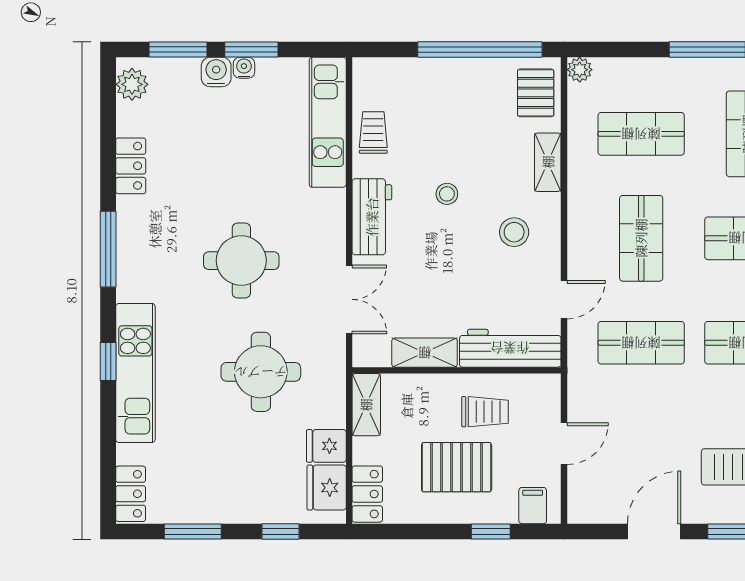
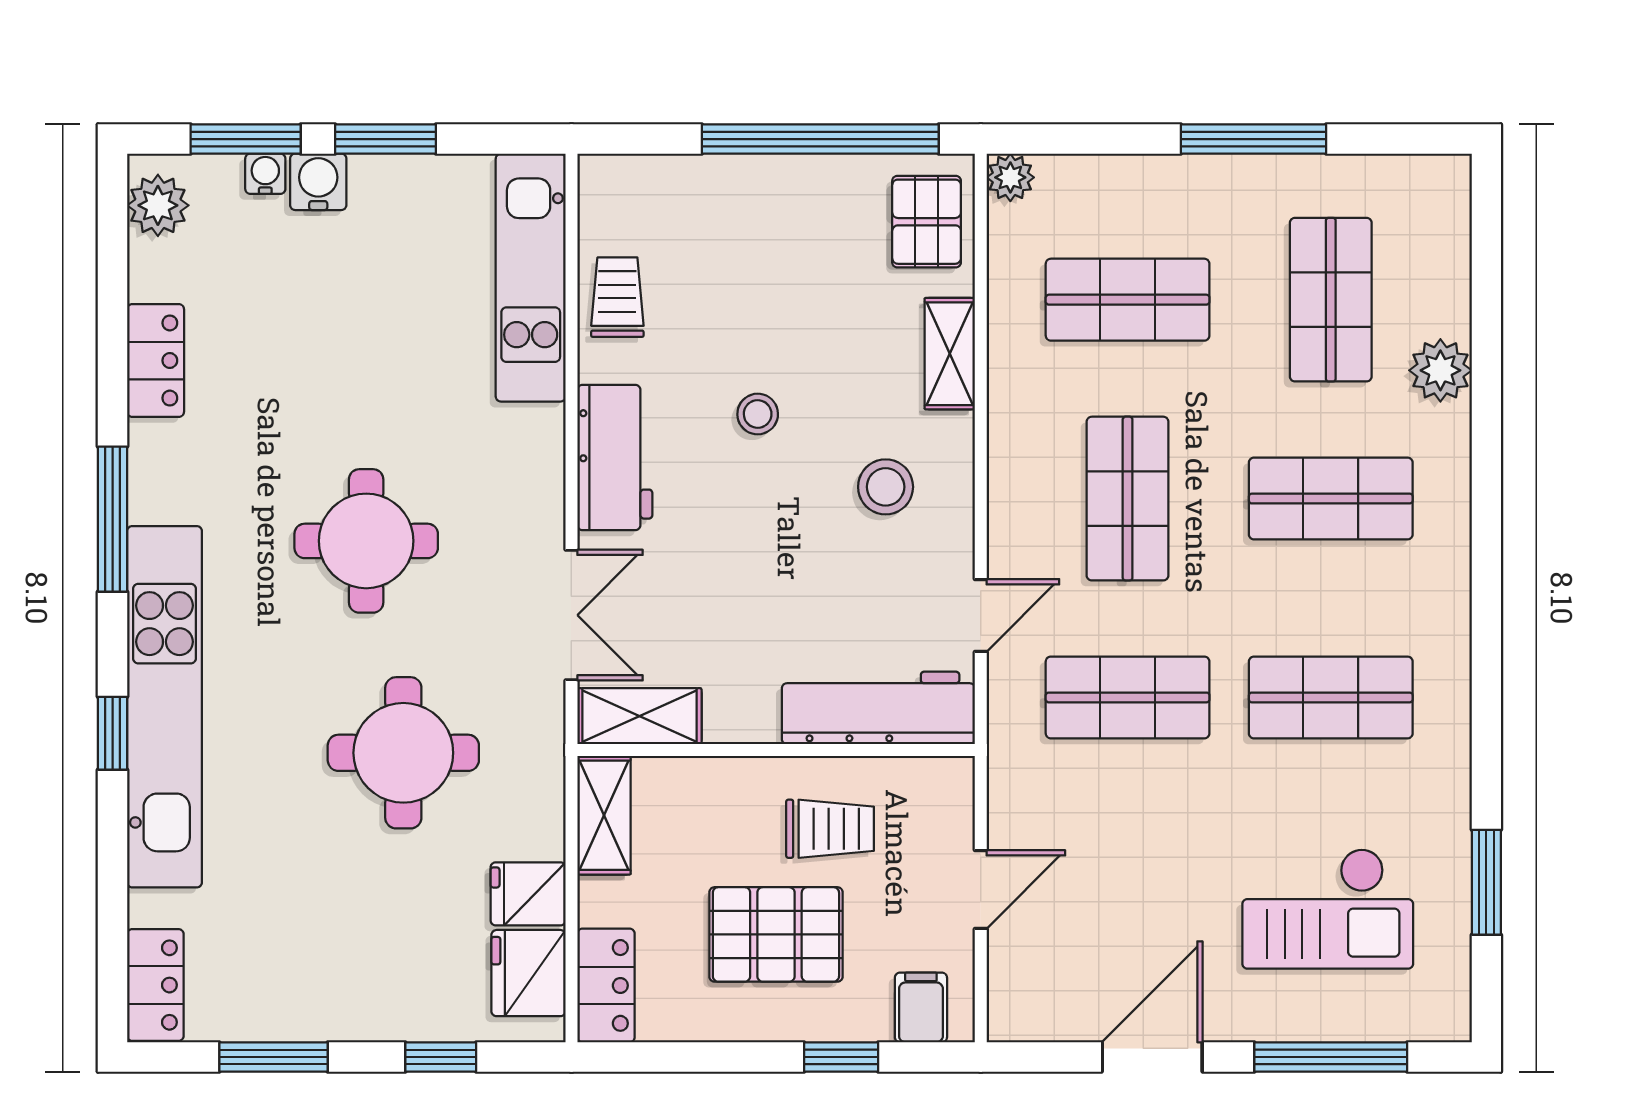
water cooler: (244, 68) -> (265, 174), moved
shelving: (425, 353) -> (639, 716), moved
kitchen unit: (135, 373) -> (164, 707), width x1.36

